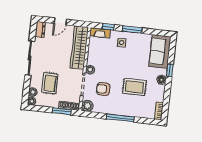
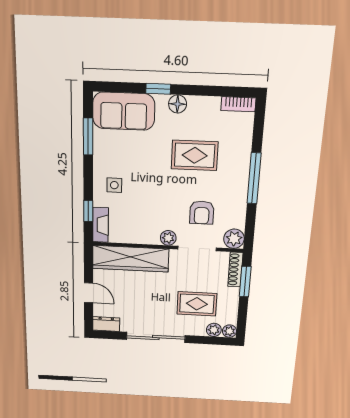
window: (132, 30) -> (88, 137), moved
rug: (134, 87) -> (195, 155), turned 90

